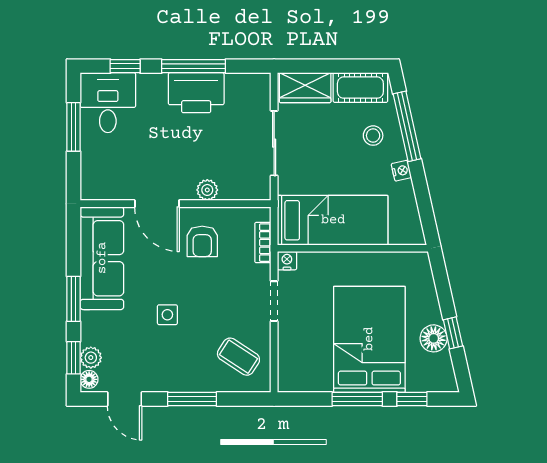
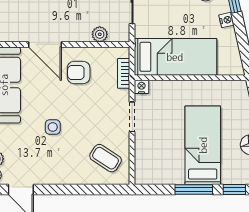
plant: (207, 190) -> (100, 34), moved
armchair: (202, 241) -> (79, 73), turned 90
bed: (369, 339) -> (203, 145), width x0.67
window: (192, 399) -> (71, 190), removed

